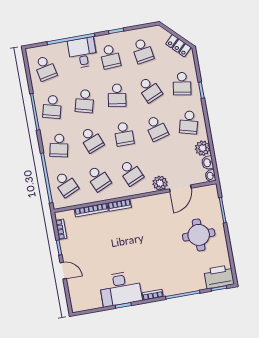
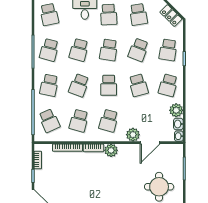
school desk: (149, 90) -> (138, 50), turned 45
school desk: (91, 140) -> (79, 85), turned 42
school desk: (131, 173) -> (109, 121), turned 39
school desk: (98, 178) -> (79, 121), turned 39
plant: (139, 205) -> (111, 150), added

